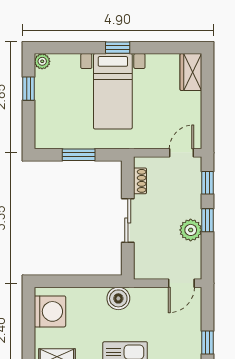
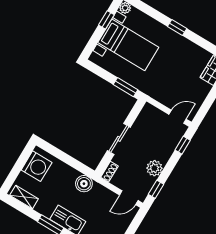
bed with nightstands: (113, 91) -> (128, 45), moved, turned -90
window: (79, 155) -> (125, 87), moved
shoe rack: (140, 181) -> (109, 172), moved
window: (208, 220) -> (156, 189), moved

